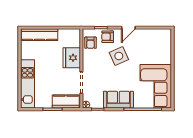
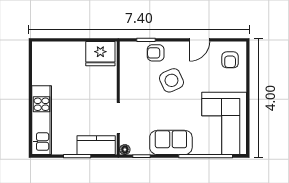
door: (128, 28) -> (200, 40), moved
kitchen counter: (40, 35) -> (59, 50), removed
armchair: (91, 43) -> (230, 60), moved
fridge: (72, 58) -> (100, 54), moved, turned -90

